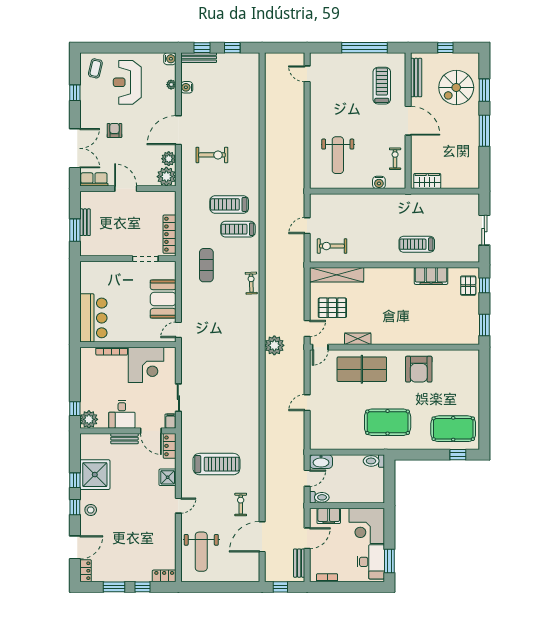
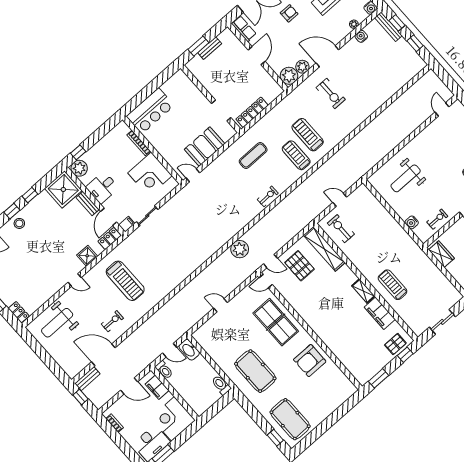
shelving: (358, 339) -> (363, 291), moved
shower: (95, 475) -> (63, 189), moved
bench: (299, 563) -> (87, 379), moved

